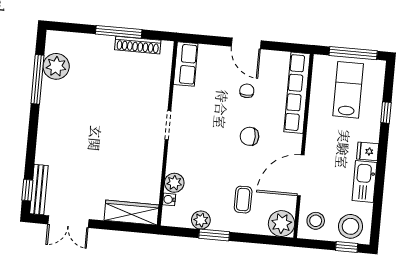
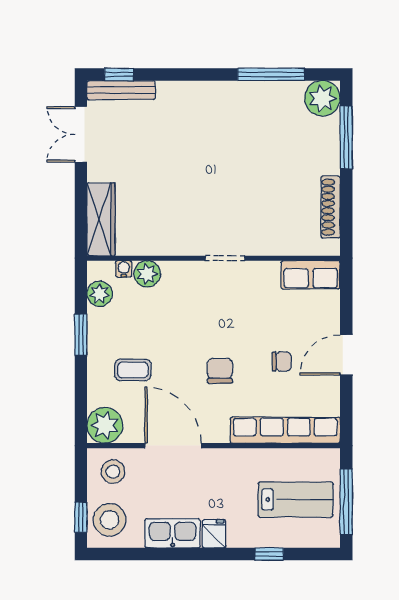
window: (119, 32) -> (346, 138), moved
plant: (56, 66) -> (322, 98), moved
plant: (201, 220) -> (100, 294), moved

